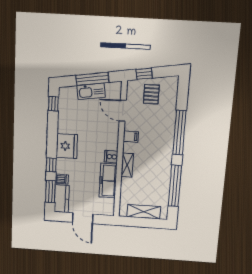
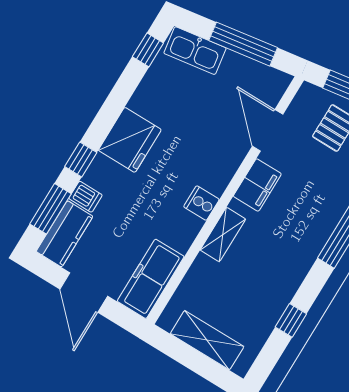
kitchen sink: (91, 91) -> (195, 51), moved
filing cabinet: (131, 137) -> (257, 185), width x2.00
freezer: (108, 181) -> (151, 279), moved
window: (175, 186) -> (291, 320), width x0.32

